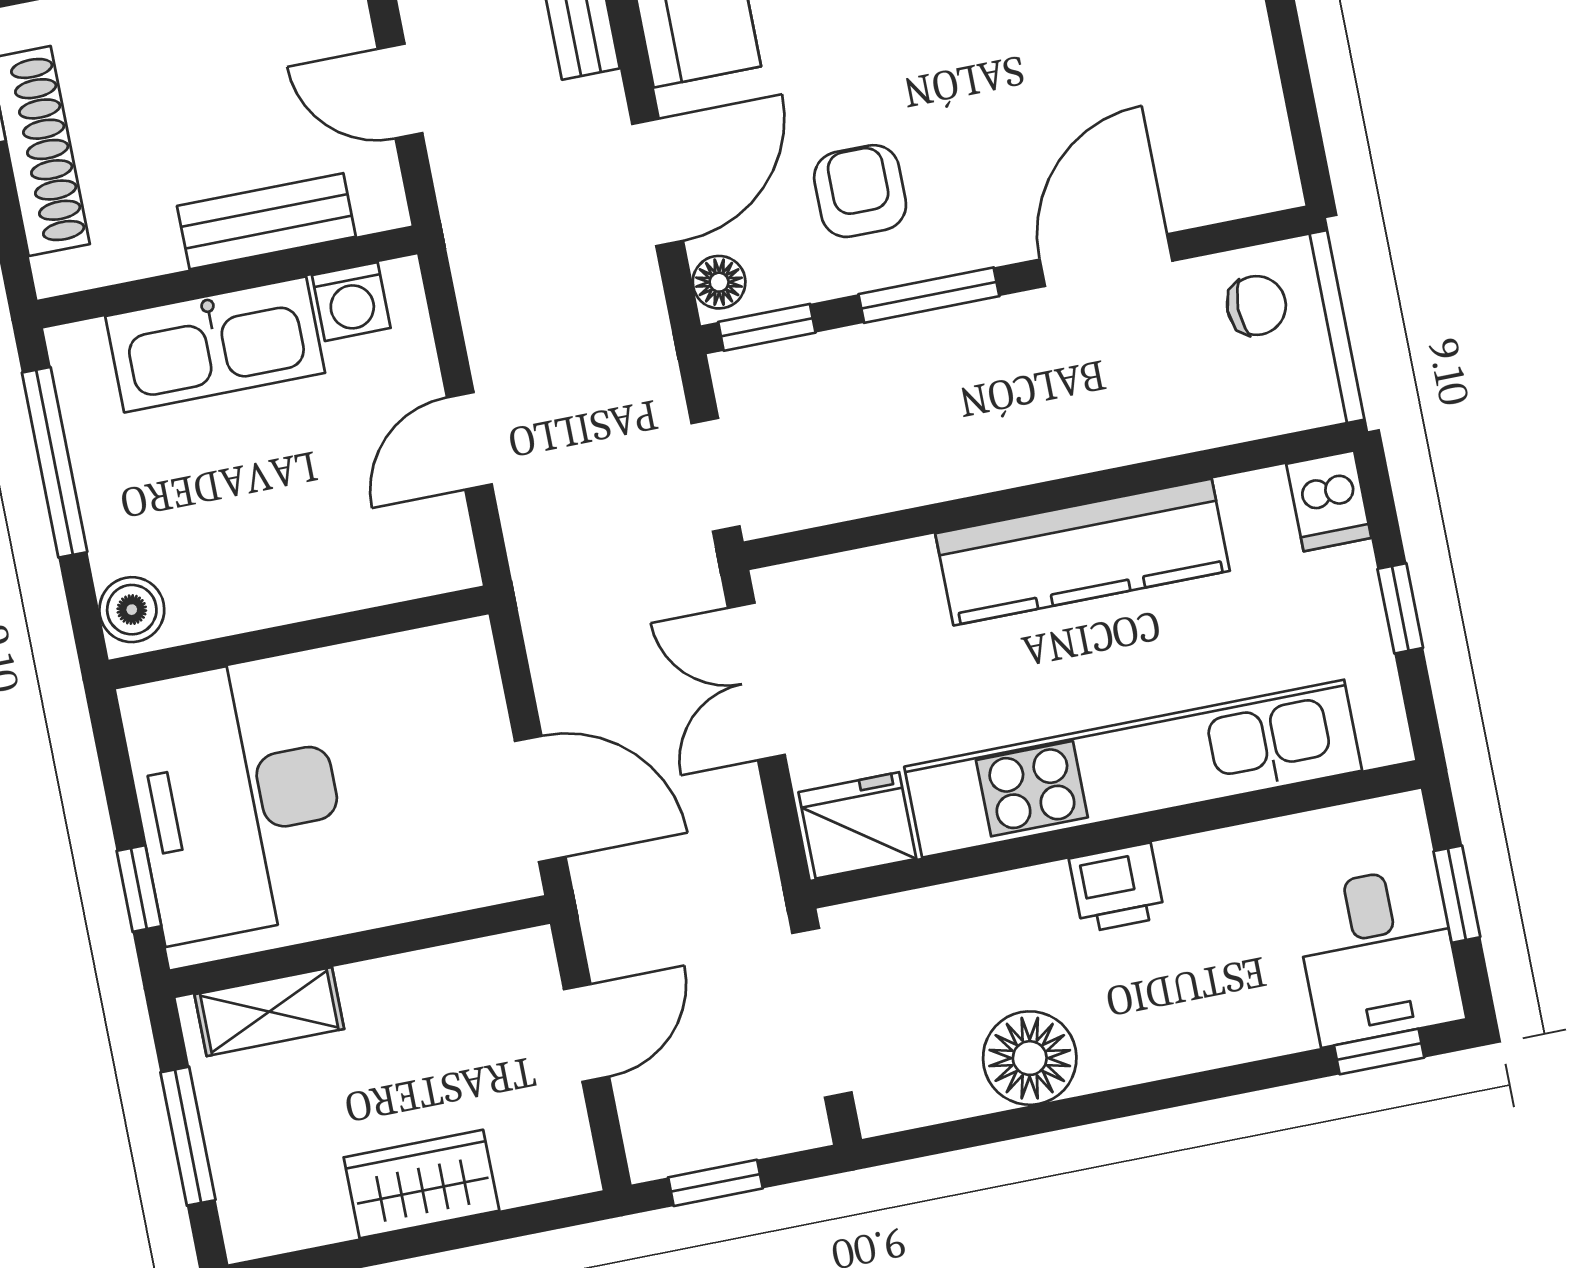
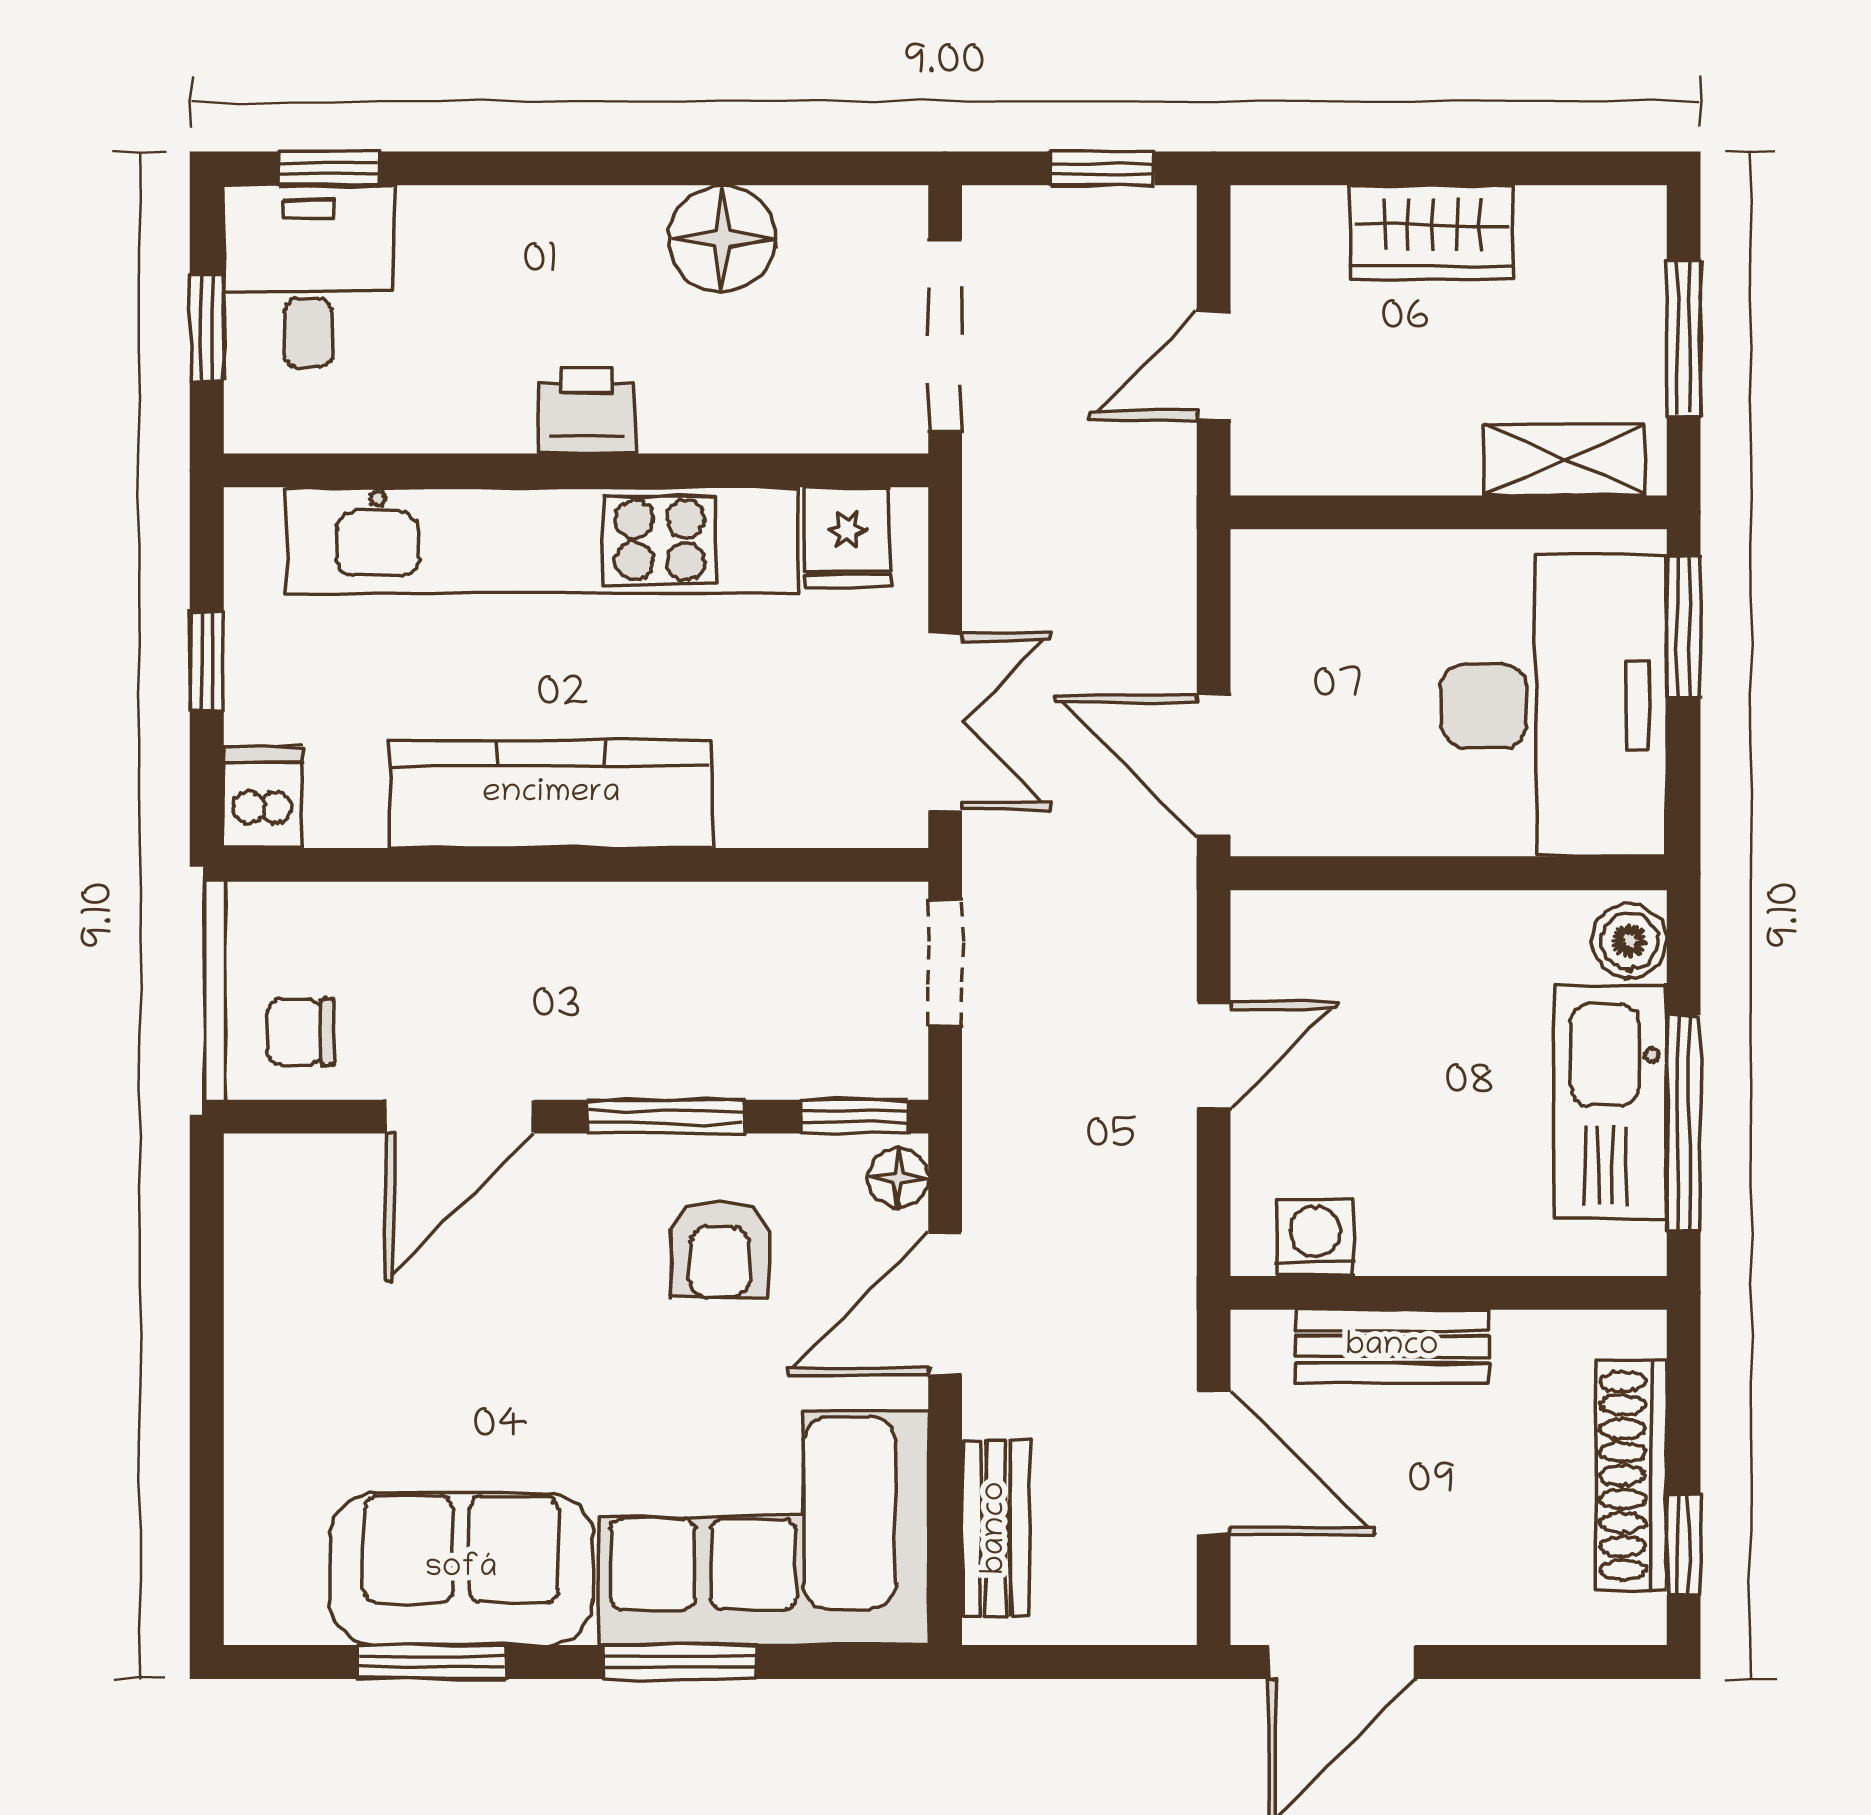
door: (400, 91) -> (1214, 1463), width x1.38
kitchen sink: (215, 344) -> (1611, 1102), moved, turned -90
door: (540, 799) -> (1214, 766), moved
fridge: (857, 825) -> (847, 538), width x0.72
window: (139, 889) -> (1684, 627), width x1.50

